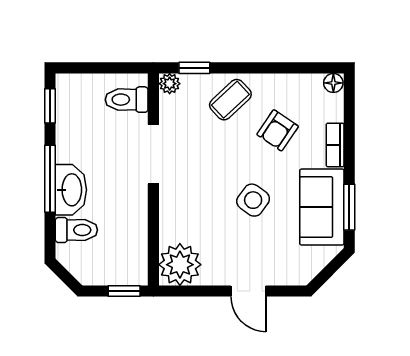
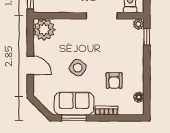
floor lamp: (333, 83) -> (139, 97), moved
coffee table: (230, 100) -> (130, 56), removed
armchair: (278, 130) -> (114, 80), turned -124
door: (248, 291) -> (30, 65), swing flipped

